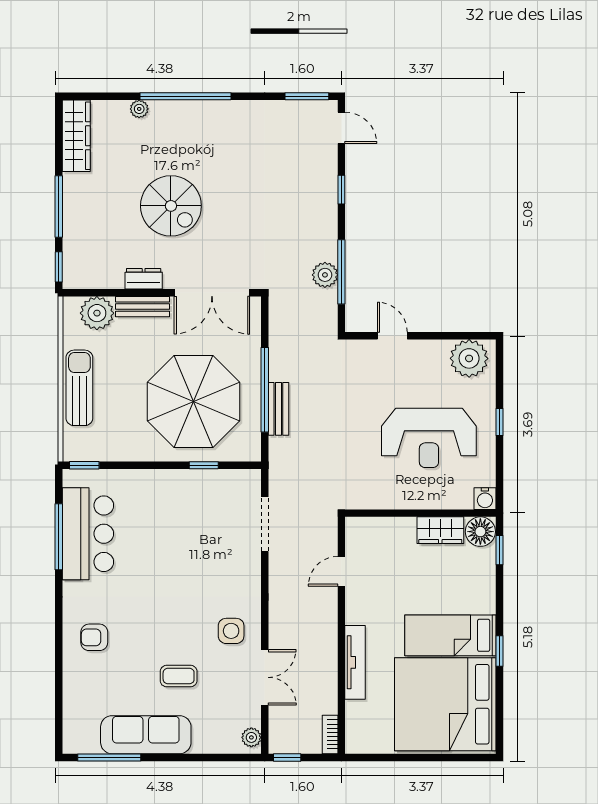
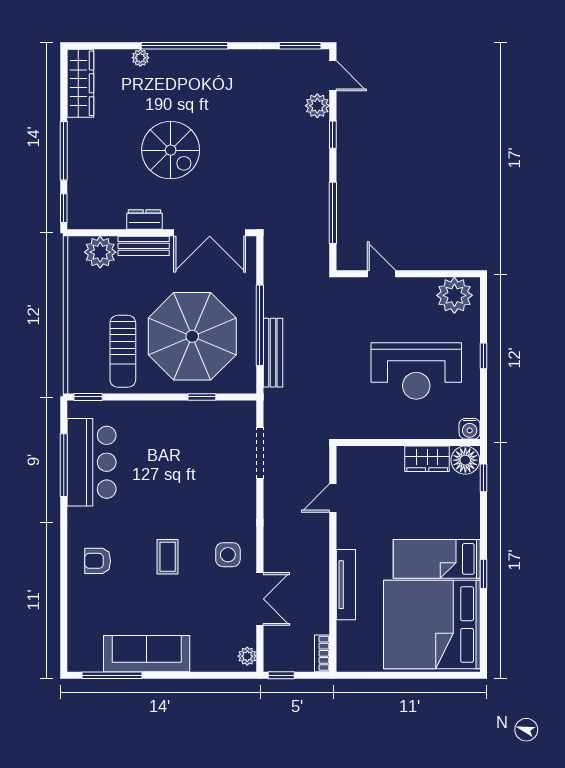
plant: (325, 275) -> (317, 106), moved
sun lounger: (79, 388) -> (123, 351), moved, turned 180
bench: (278, 409) -> (273, 353), width x1.36
coffee table: (179, 676) -> (168, 557), moved, turned 90

